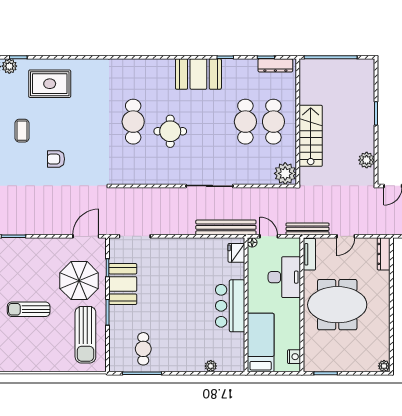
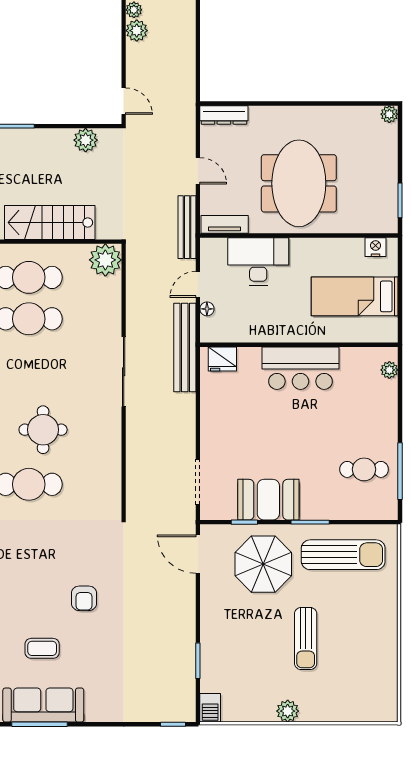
fridge: (236, 253) -> (222, 359), moved
wall: (246, 305) -> (299, 345), moved
bar counter: (230, 306) -> (300, 368), moved

